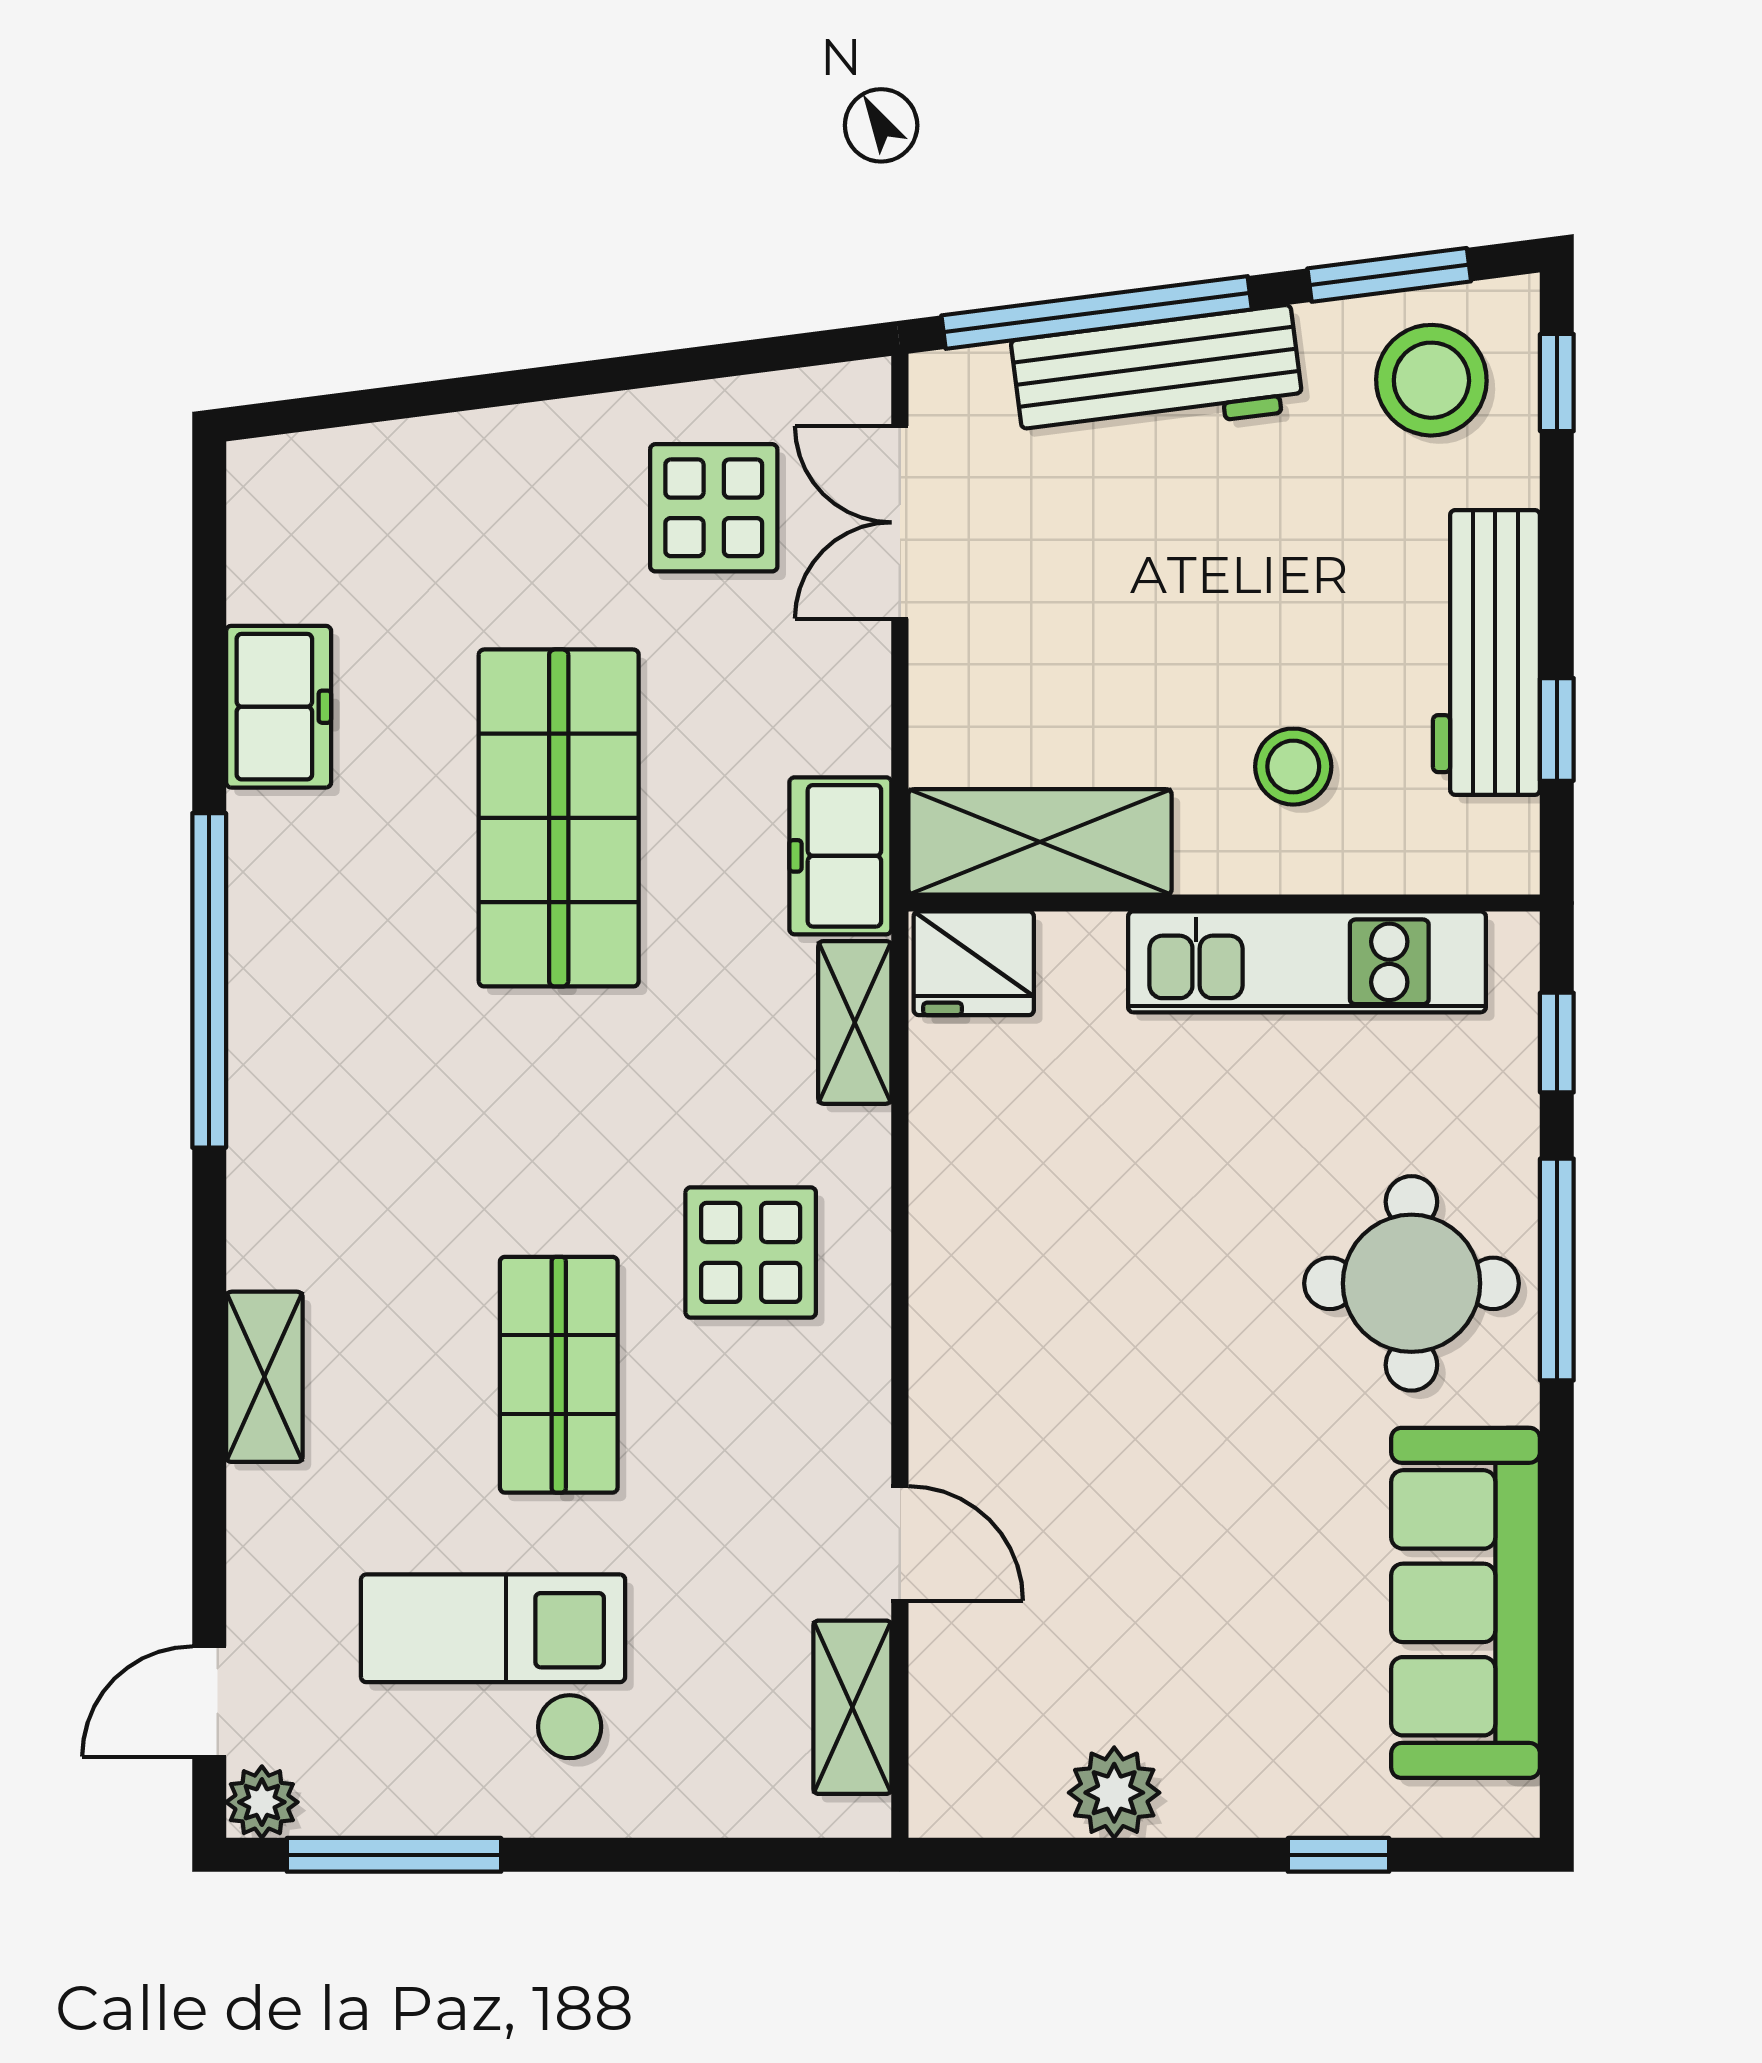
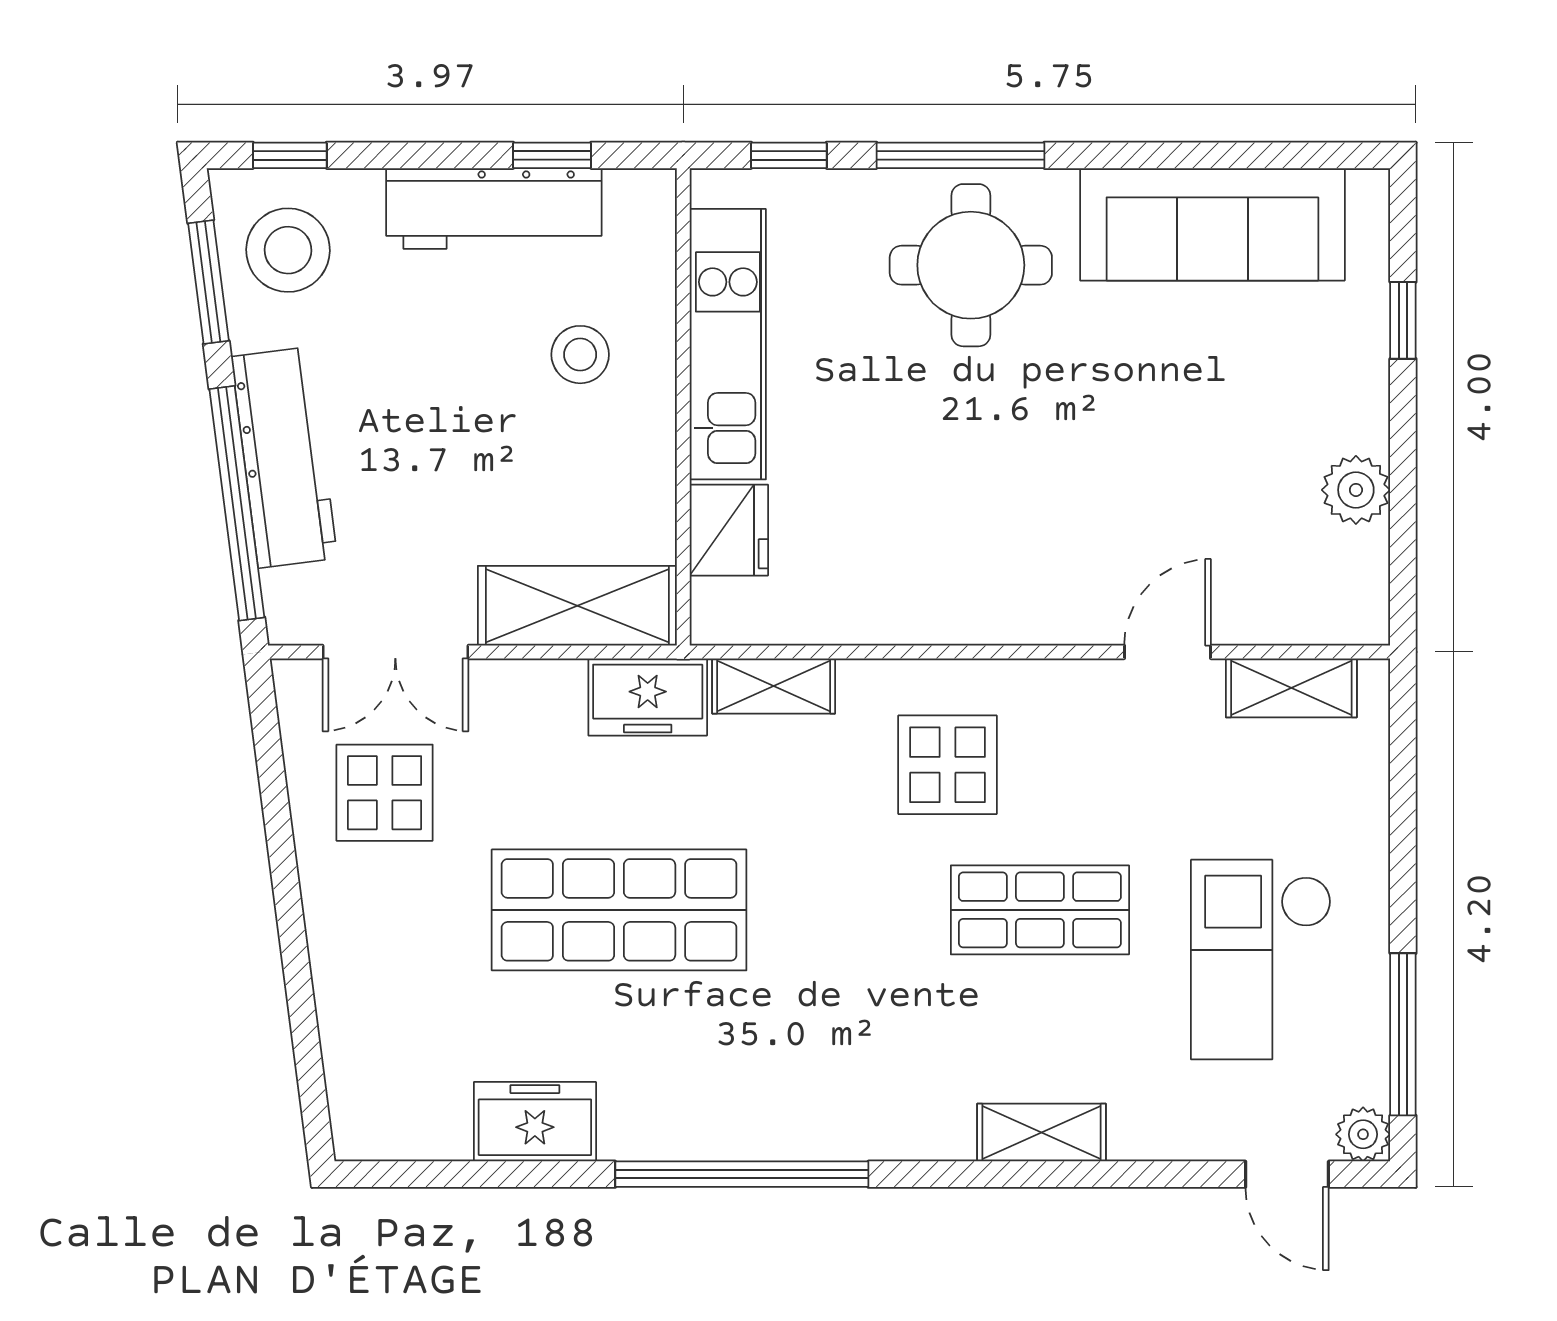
shelving: (1040, 842) -> (577, 606), moved, turned 90
fridge: (974, 963) -> (729, 530), moved

